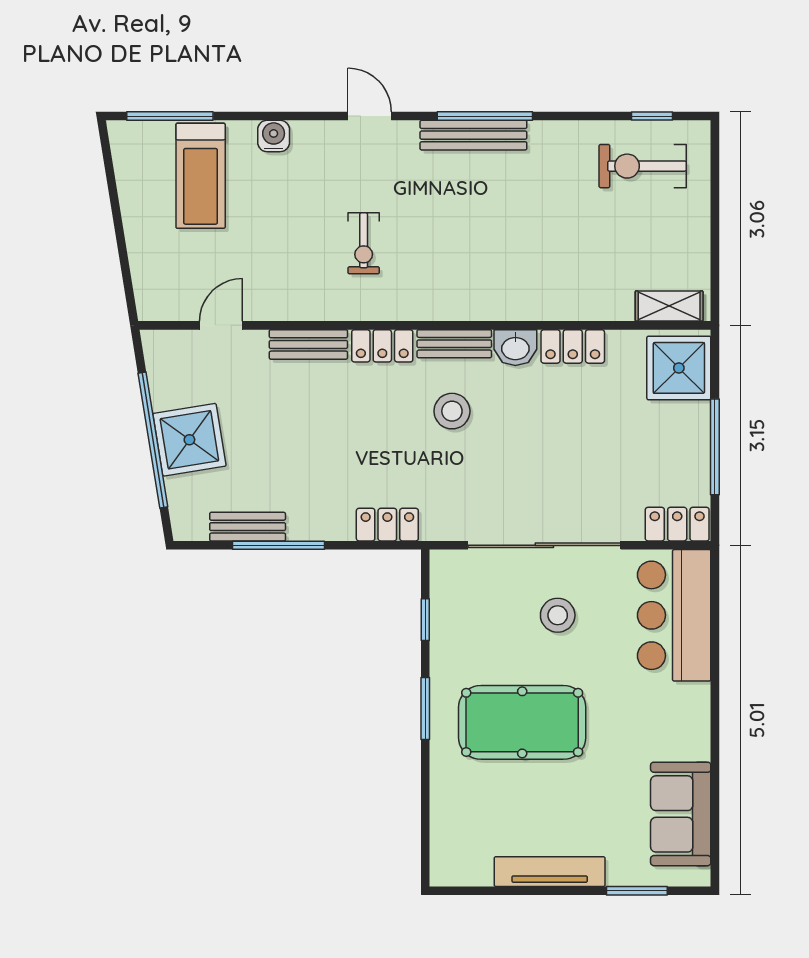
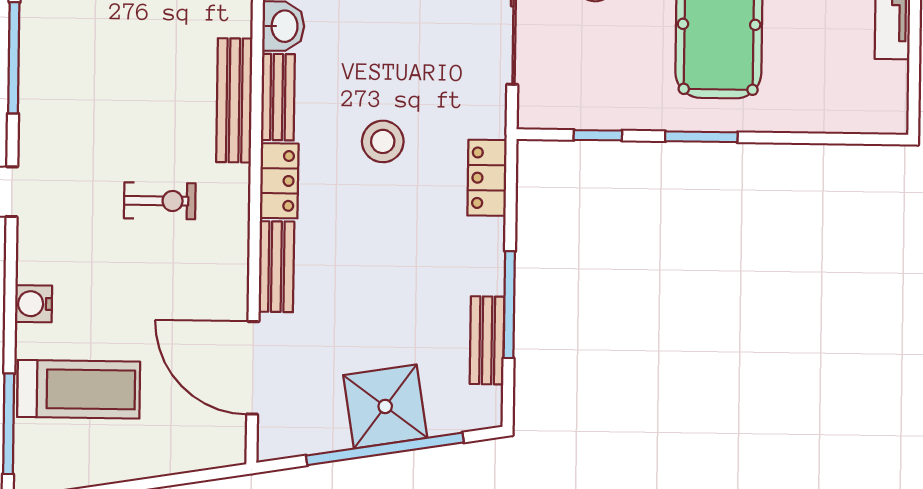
bench: (473, 135) -> (234, 100), moved
door: (221, 325) -> (253, 368), width x1.88
stool: (452, 411) -> (383, 141), moved

